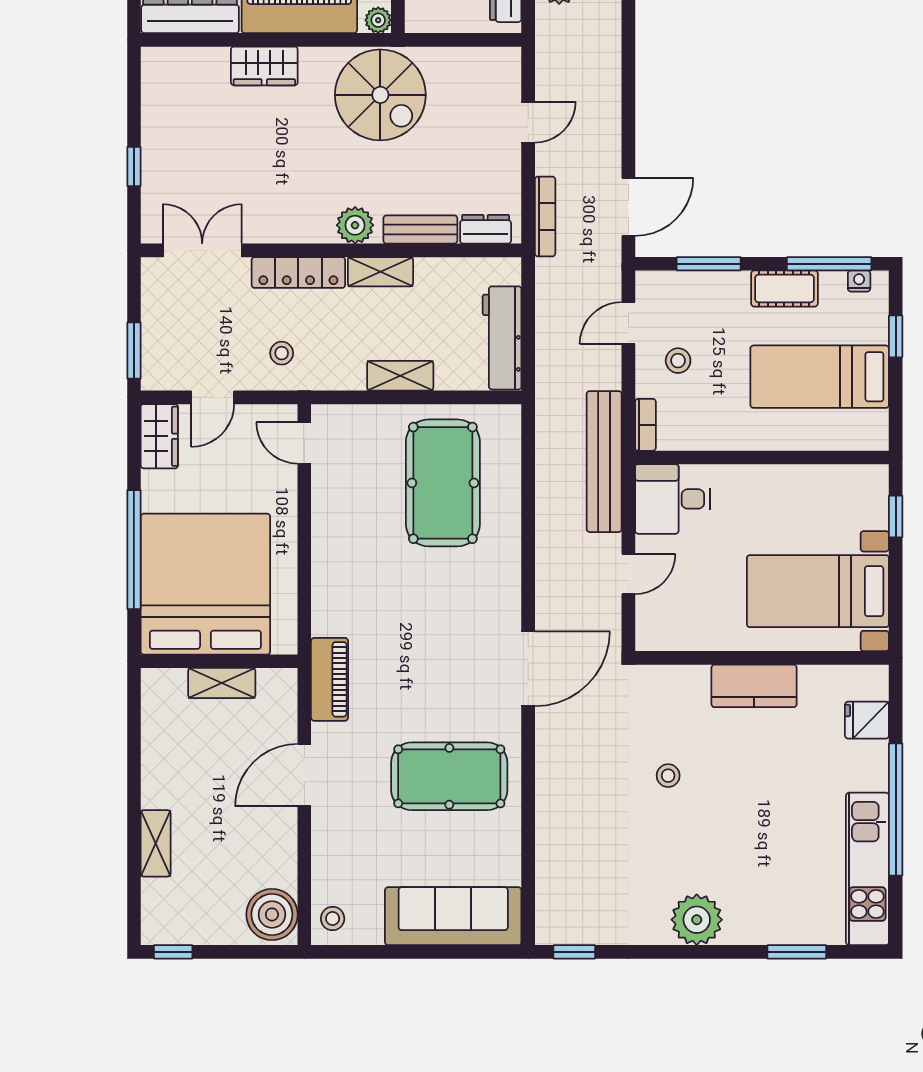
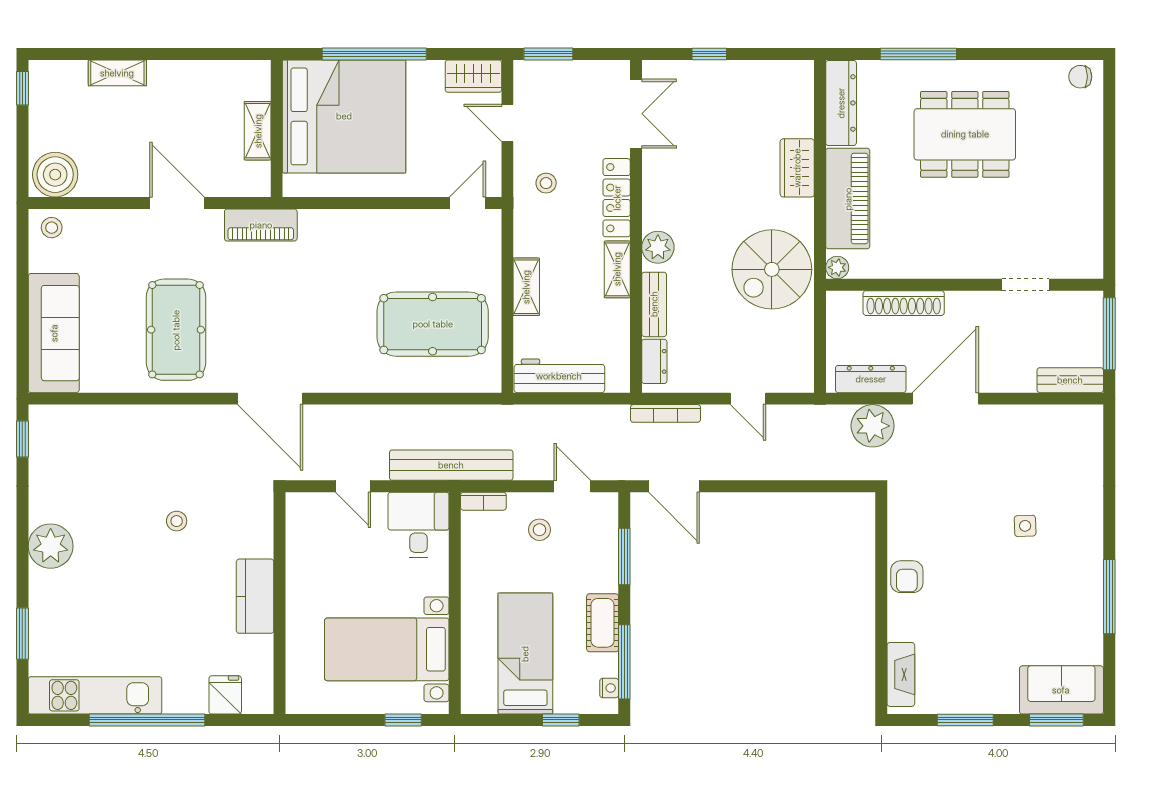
bed with nightstands: (818, 591) -> (387, 649), moved, turned -90

